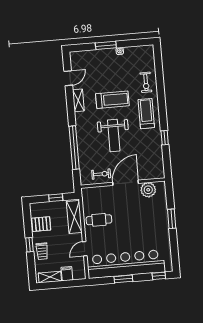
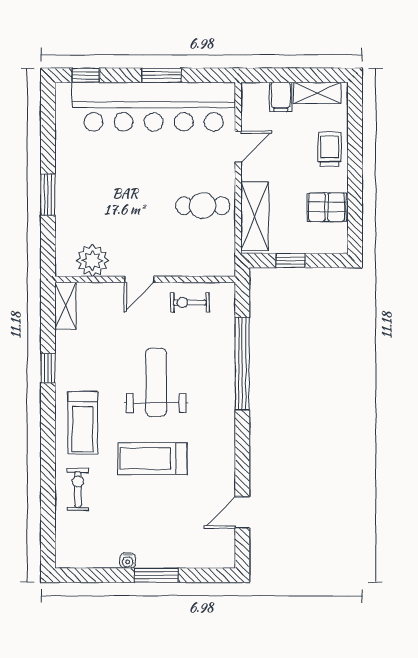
shelving: (78, 100) -> (66, 306), moved
door: (126, 183) -> (139, 279), width x0.53
window: (30, 245) -> (355, 165), removed

